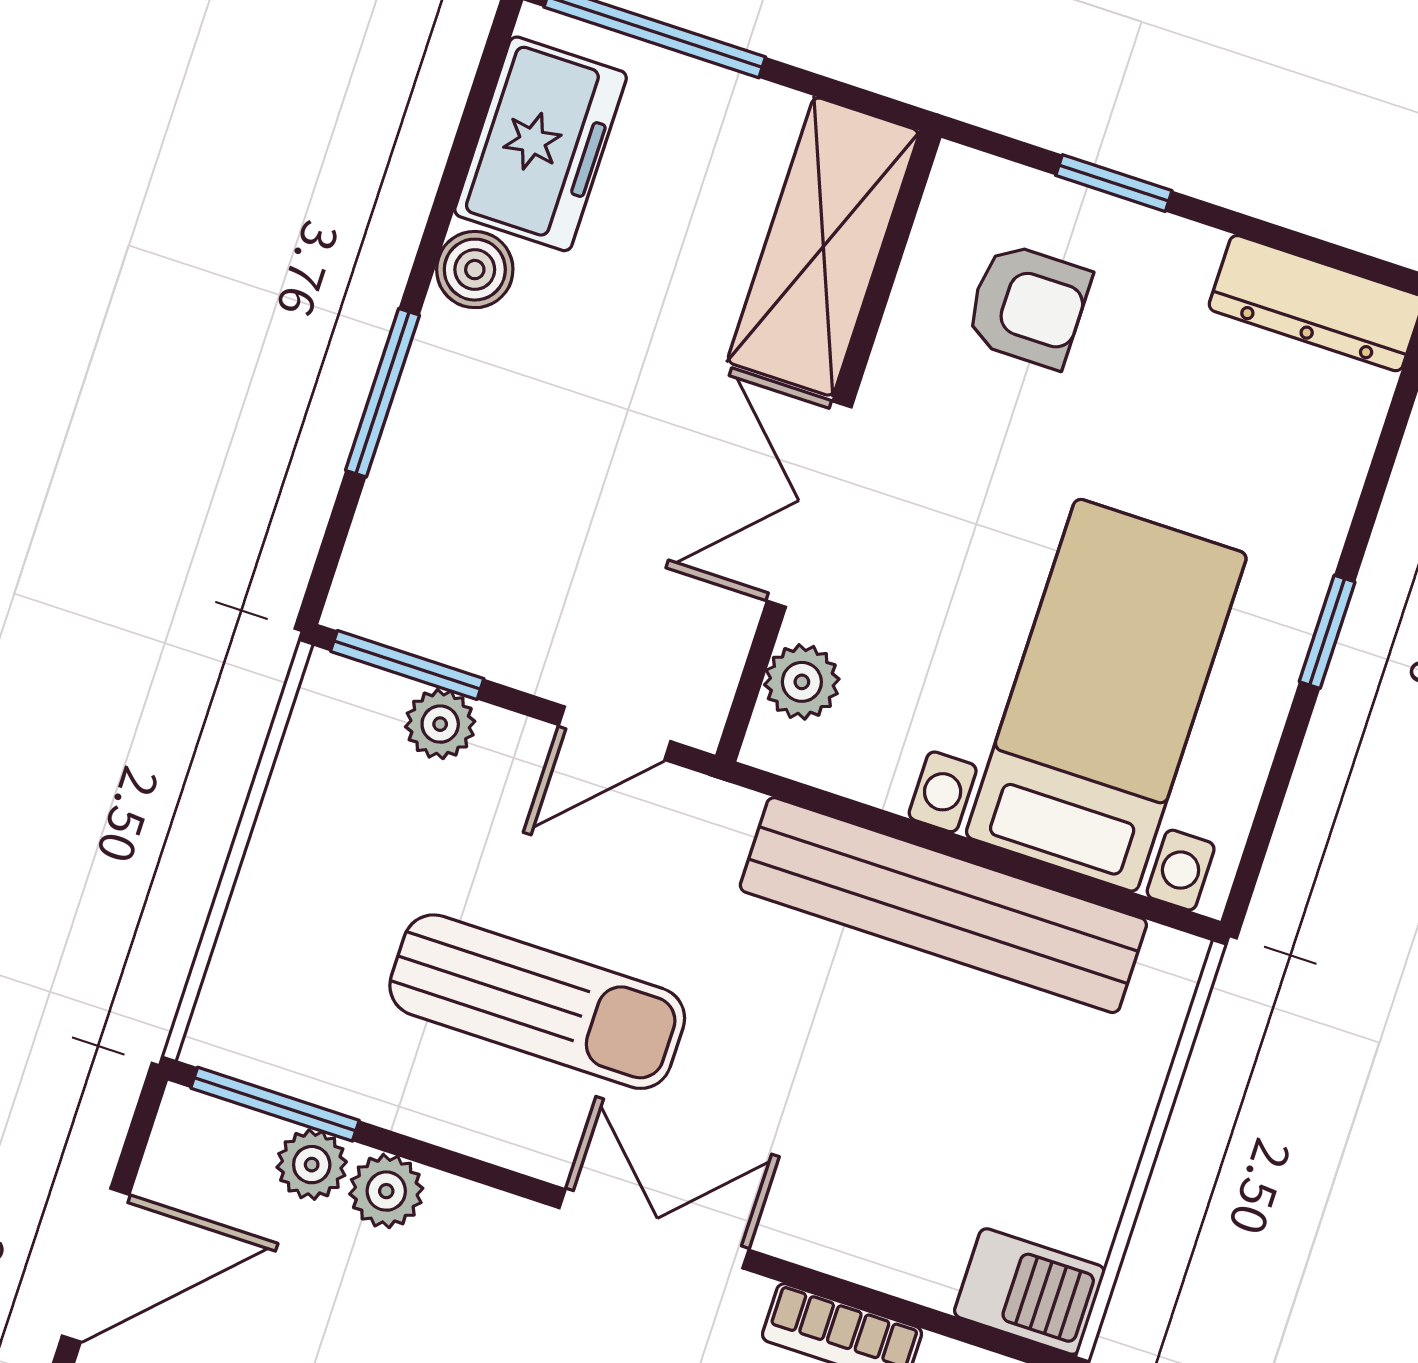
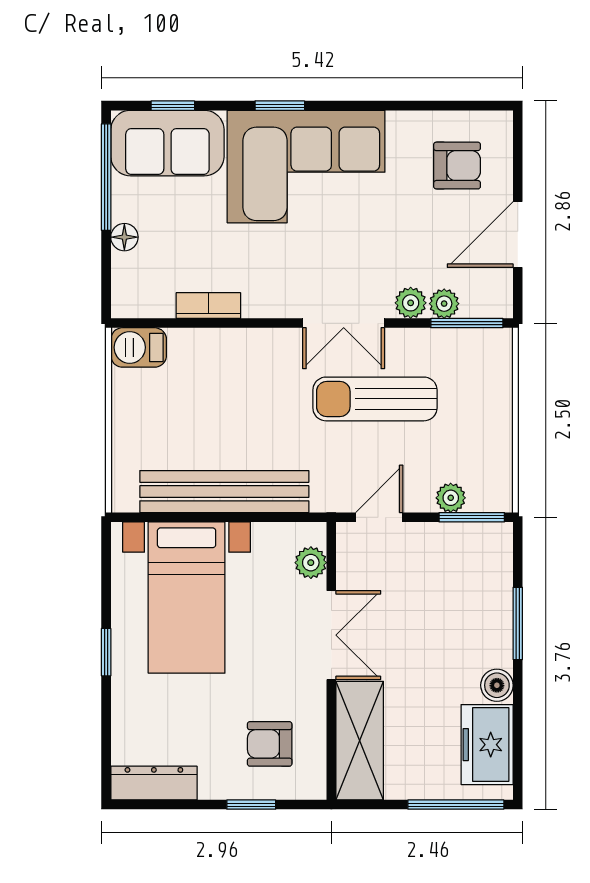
double door: (654, 1229) -> (344, 323), moved

